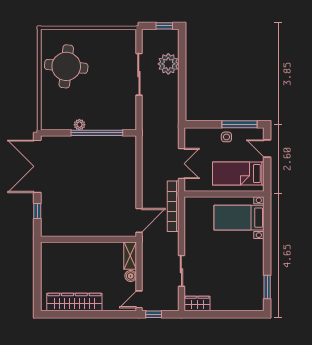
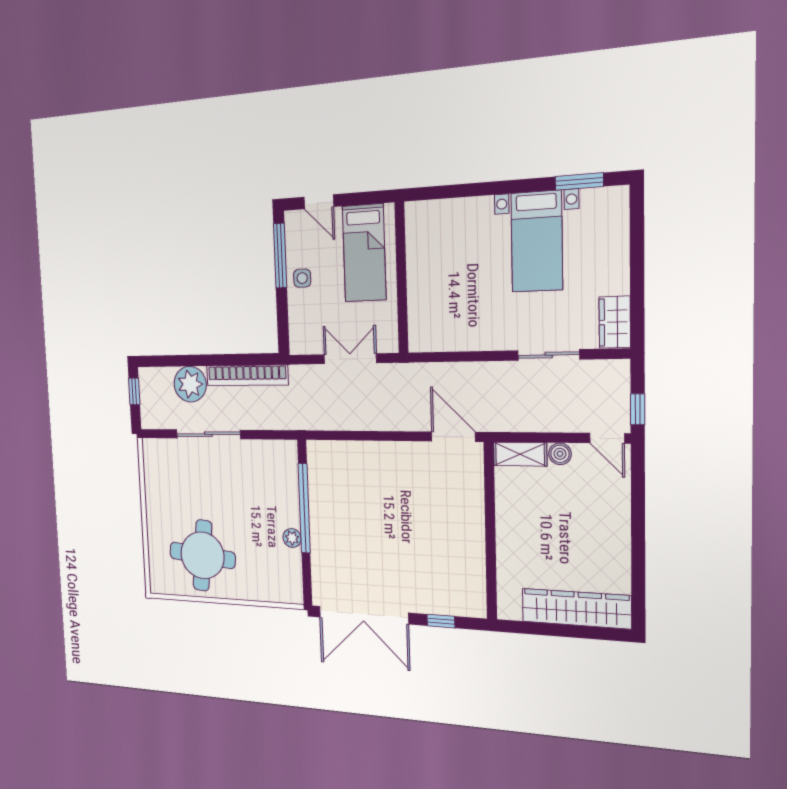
door: (267, 148) -> (319, 202), hinge flipped
bookcase: (173, 206) -> (247, 375), moved
bed with nightstands: (239, 218) -> (537, 241), moved
wardrobe: (74, 302) -> (576, 609), moved, turned 90

